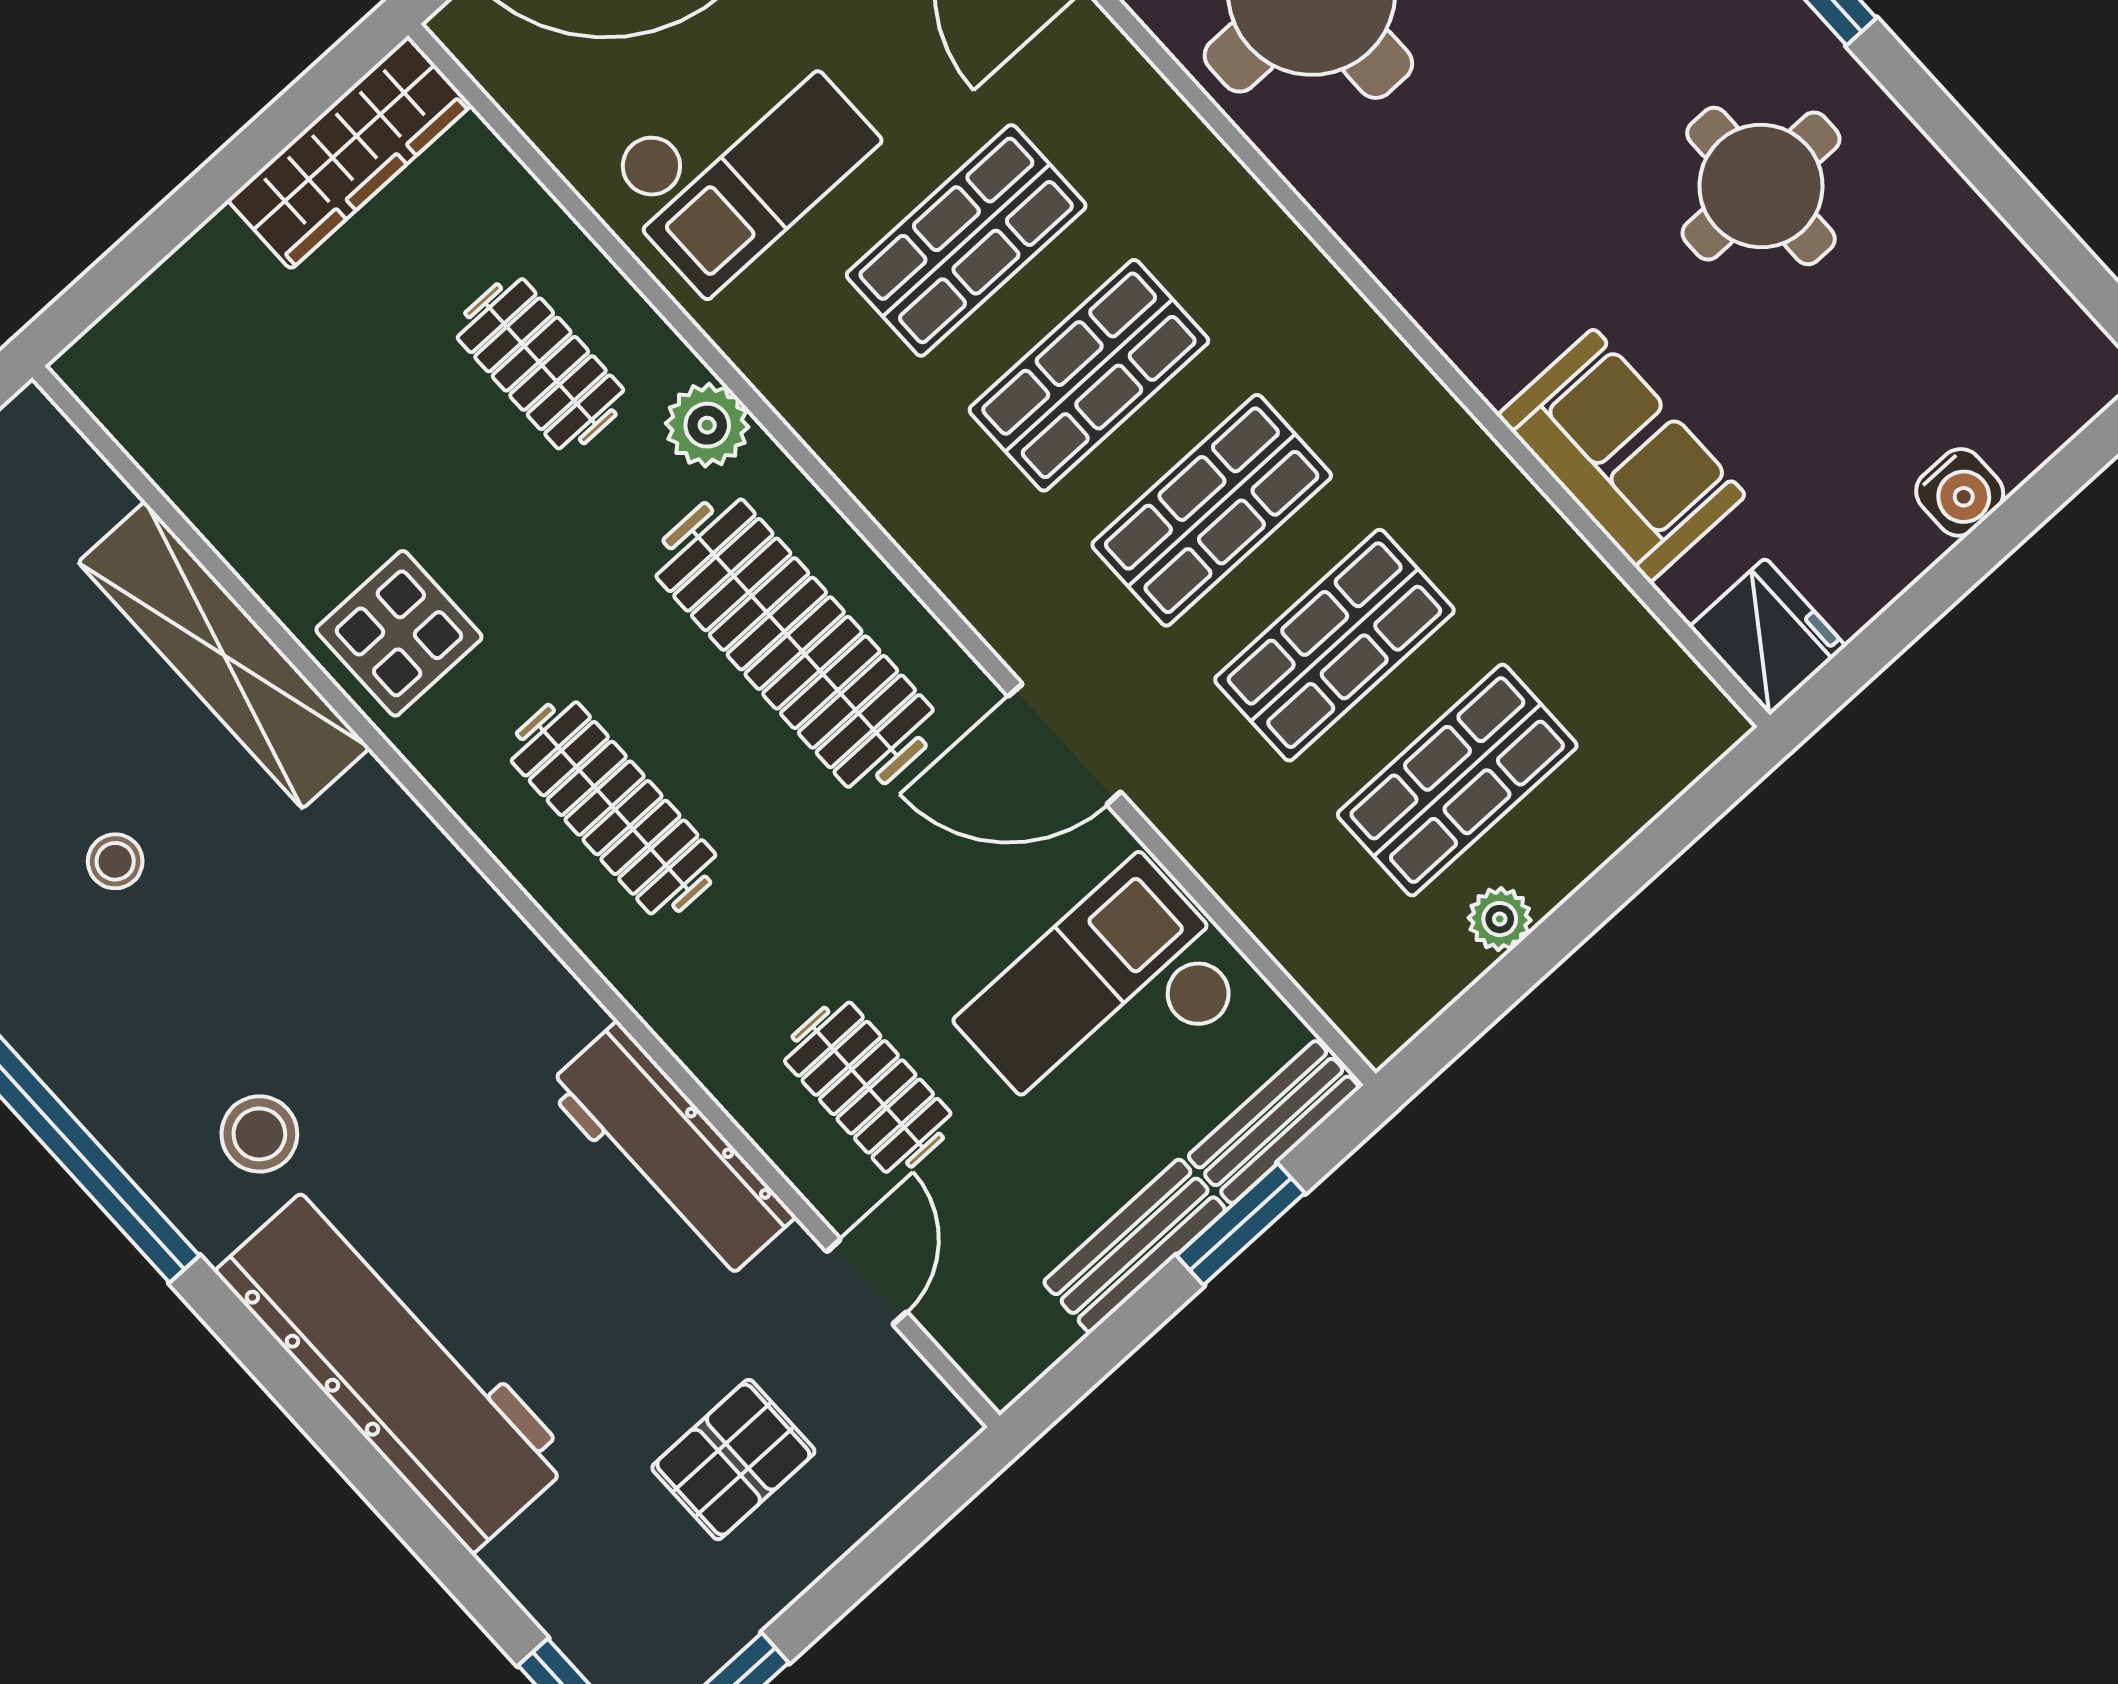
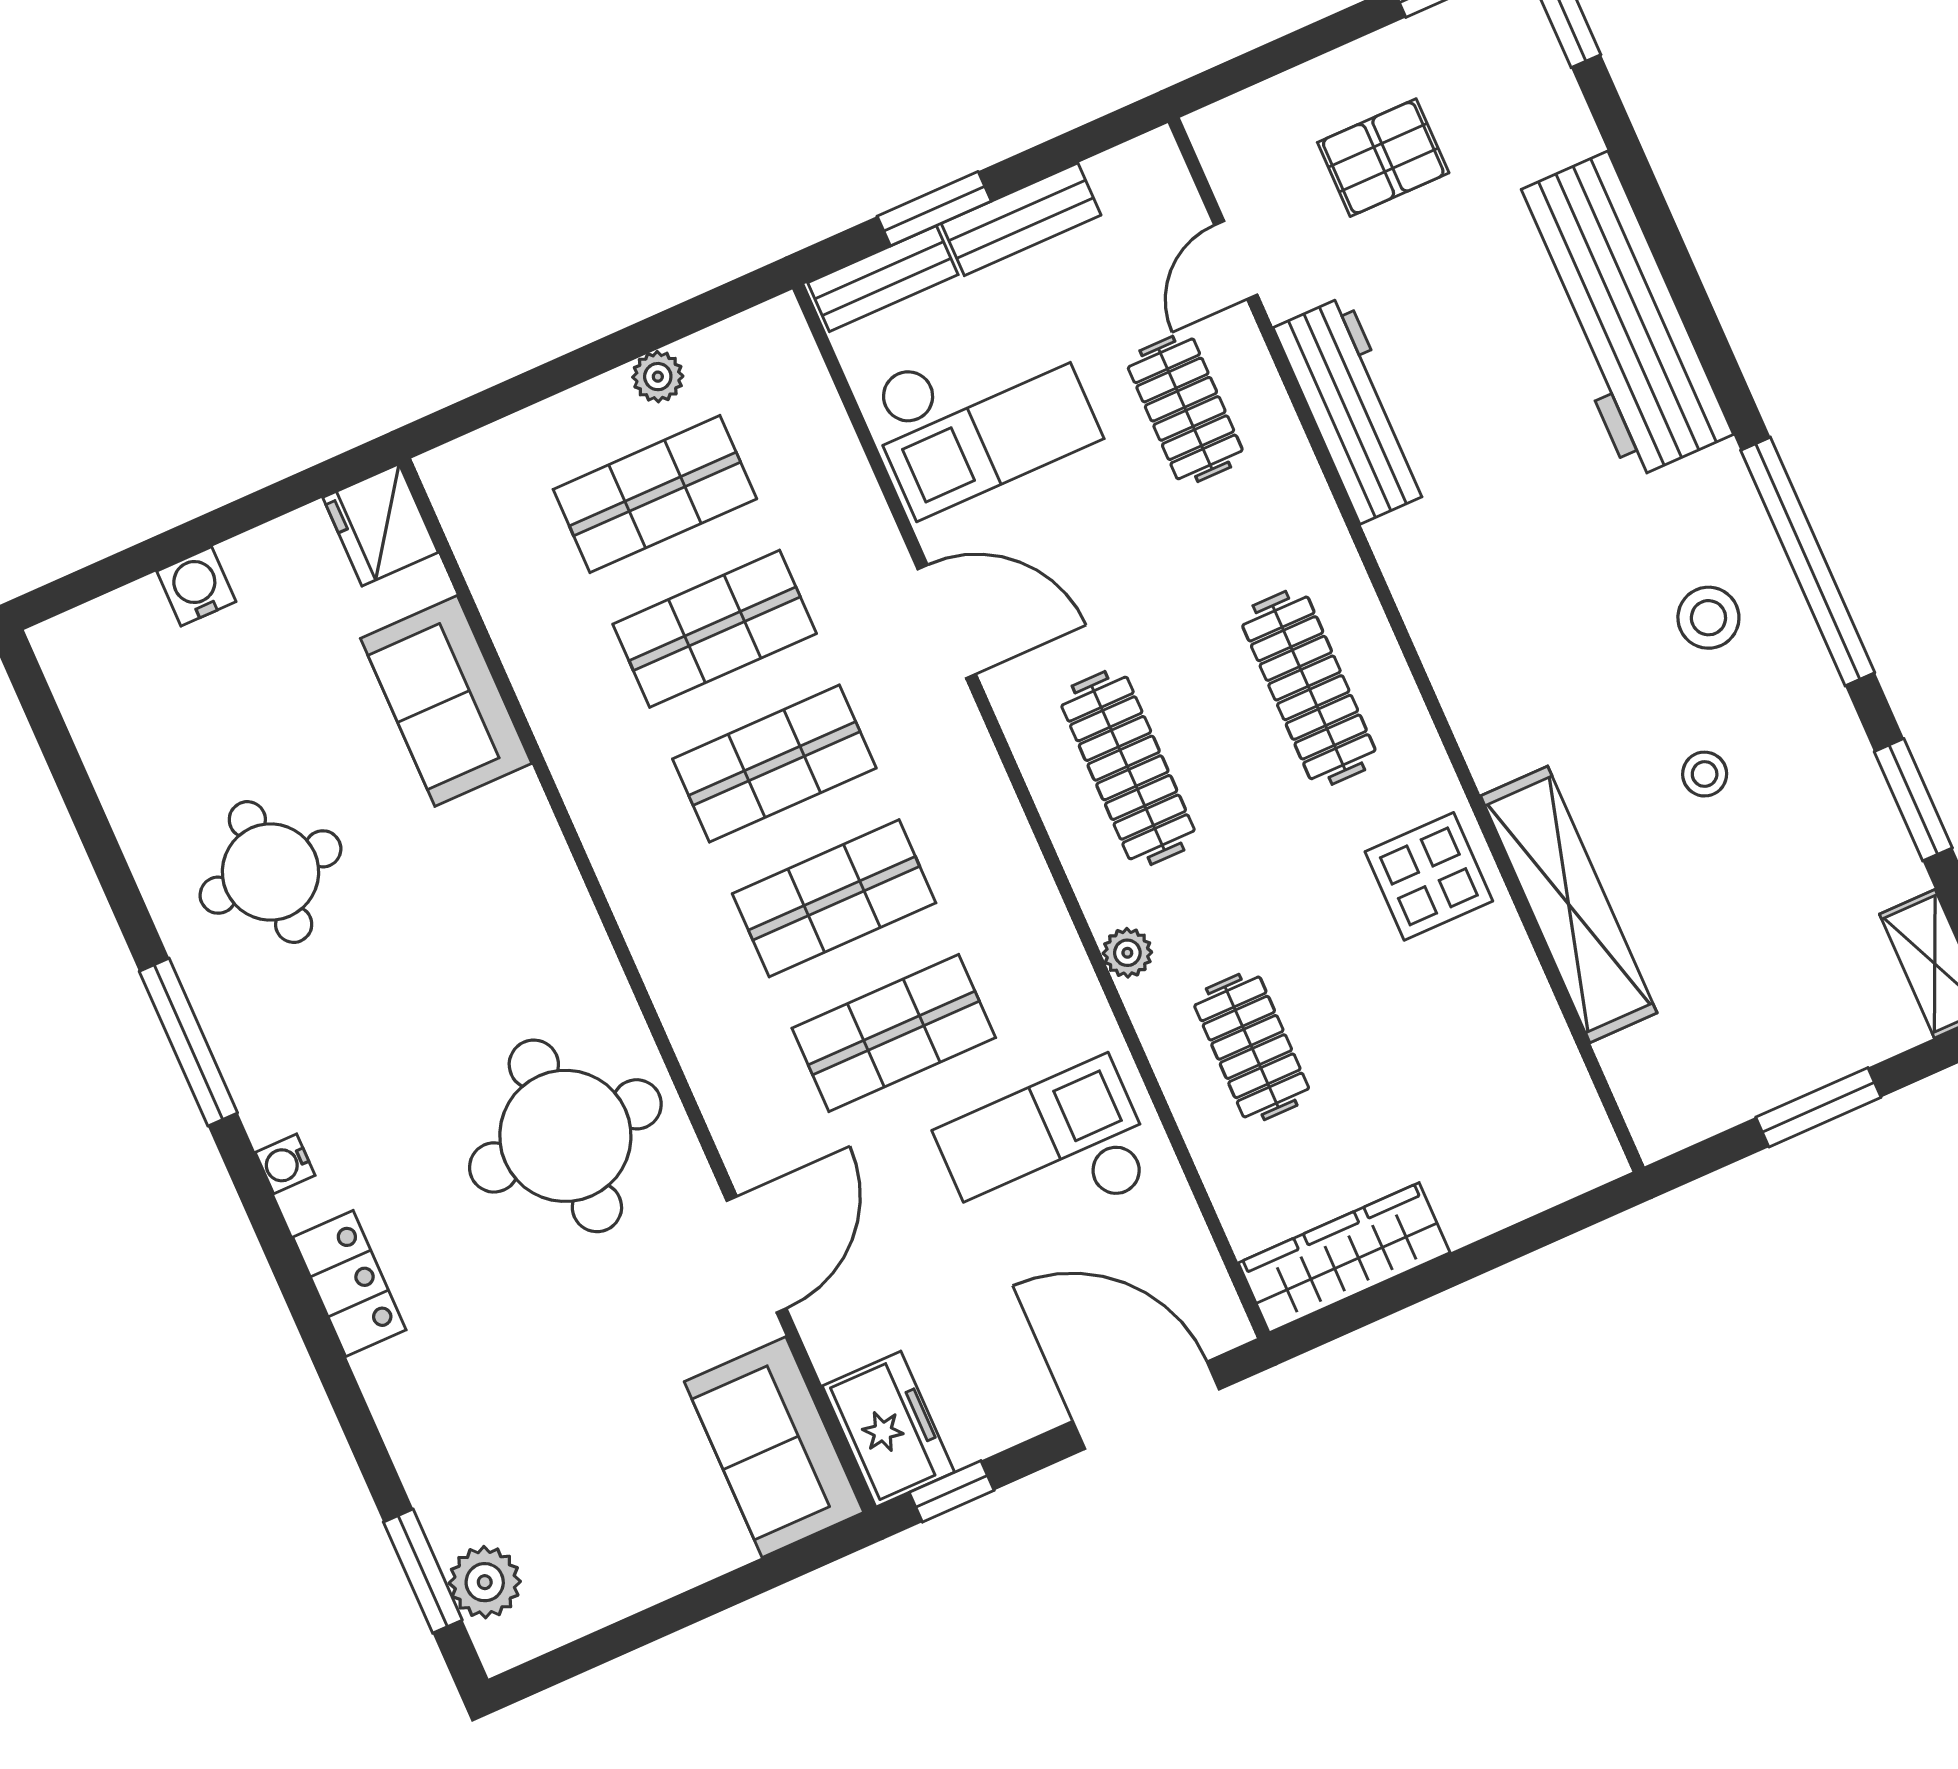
plant: (707, 425) -> (1127, 953), width x0.73, depth x0.73
clothes rail: (795, 643) -> (1128, 768), width x0.73, depth x0.76
stool: (259, 1134) -> (1708, 618), moved

